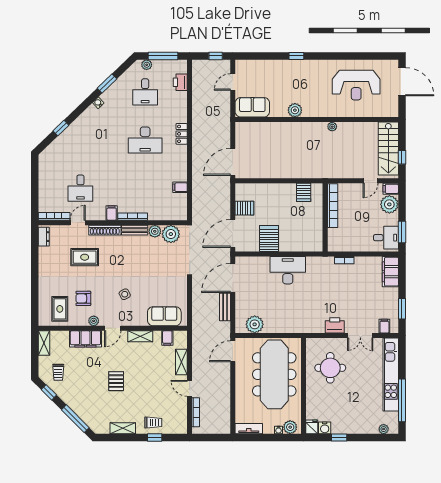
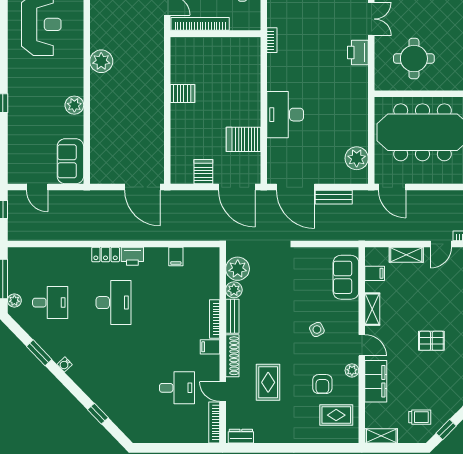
printer: (180, 82) -> (132, 256), moved
plant: (332, 127) -> (101, 61), width x1.88, depth x1.88
bookcase: (333, 206) -> (200, 24), moved
wall: (325, 217) -> (216, 34), moved

